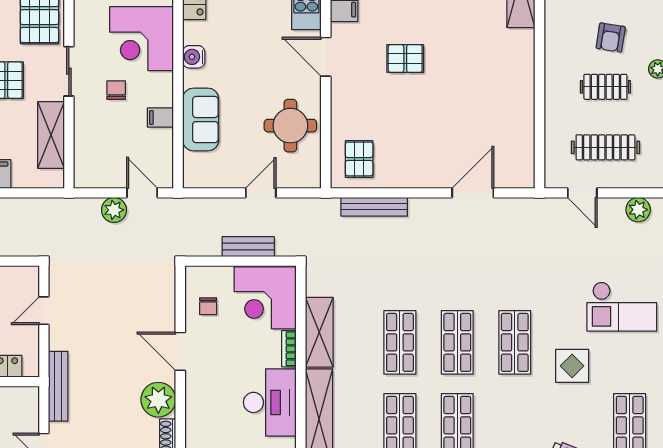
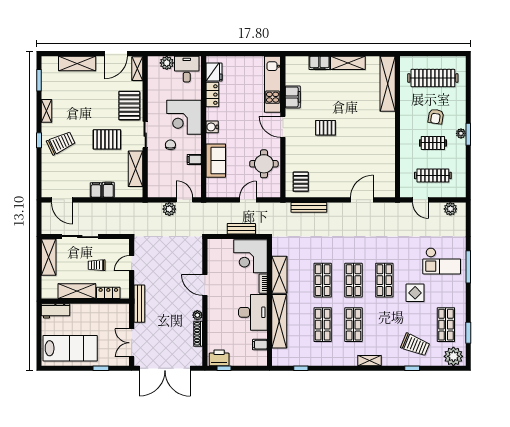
chair: (208, 306) -> (220, 261), removed
plant: (158, 400) -> (197, 315), width x0.53, depth x0.53

